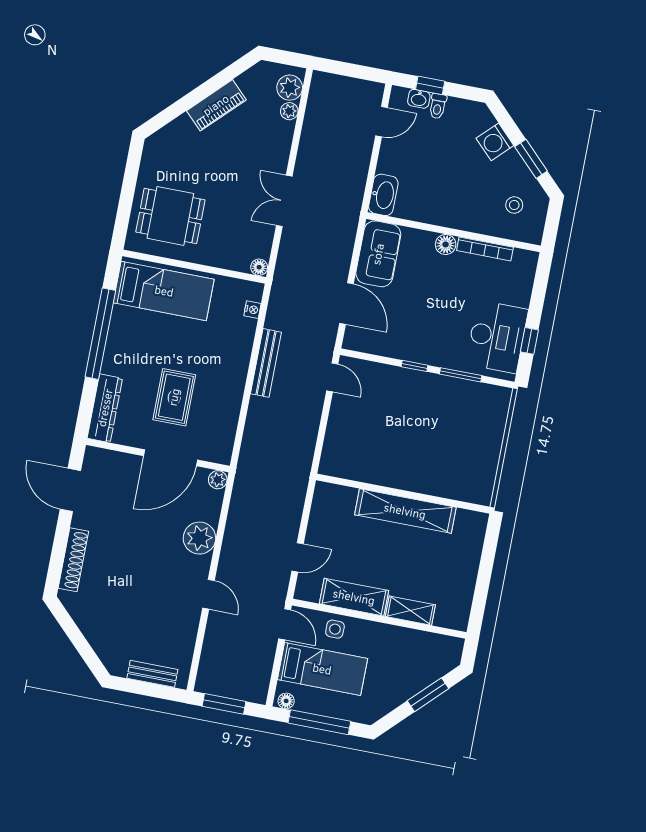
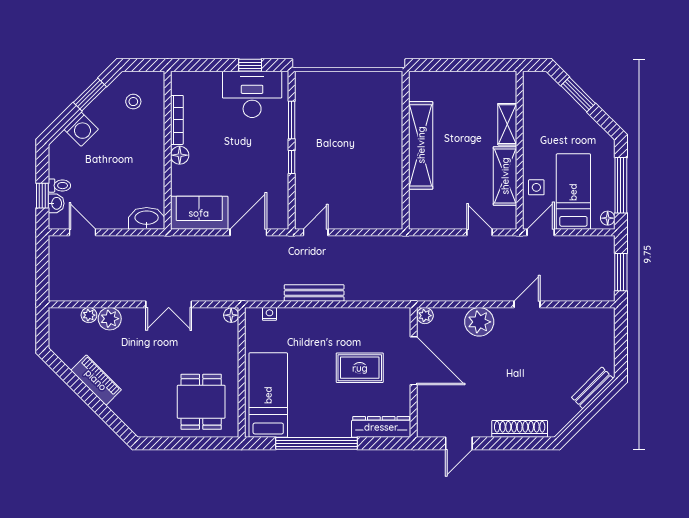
plant: (290, 88) -> (110, 319), moved
door: (70, 490) -> (459, 443), width x0.73
bench: (152, 674) -> (592, 388), moved, turned 45

